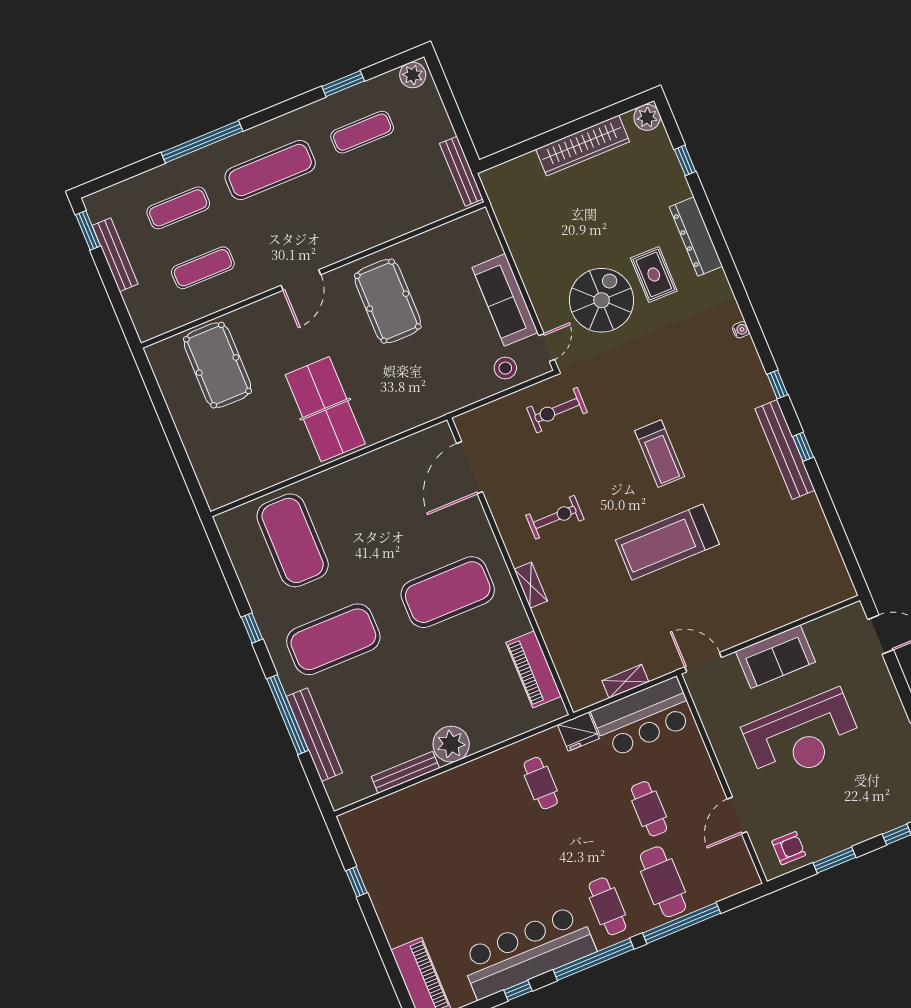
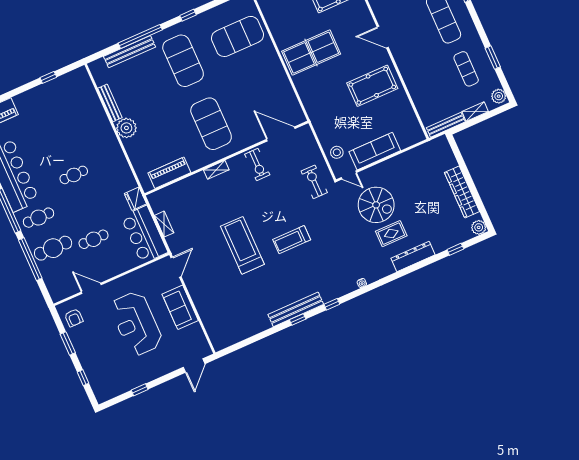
shelving: (439, 118) -> (475, 111), added
exercise bike: (555, 517) -> (257, 164), moved
cafe table: (541, 783) -> (74, 175), moved

